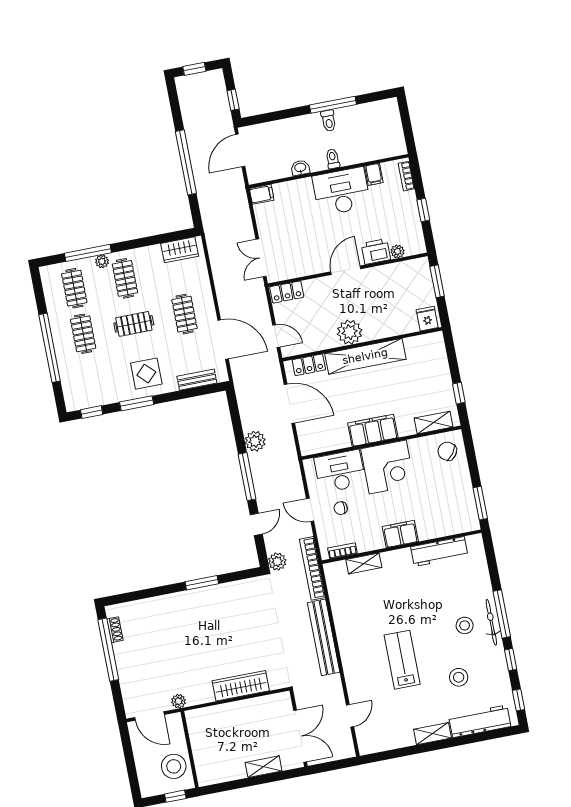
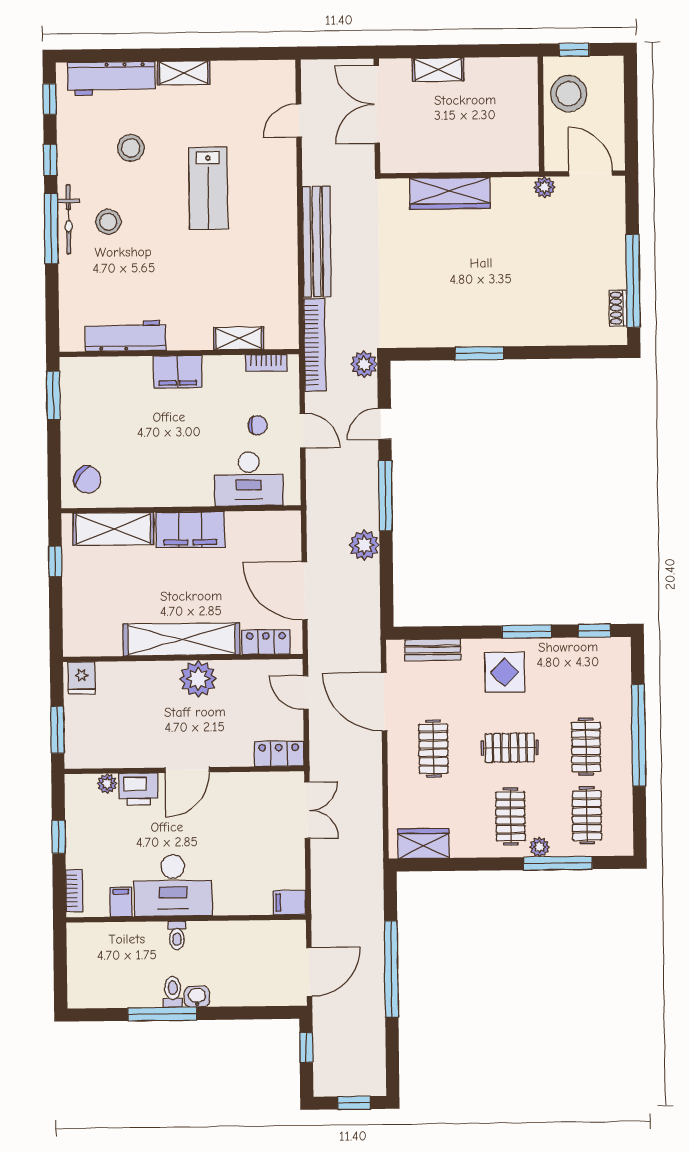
washbasin: (300, 168) -> (197, 997), moved, turned 180
shelving: (434, 423) -> (113, 529), width x1.50, depth x1.33
corner desk: (388, 467) -> (178, 473), removed

